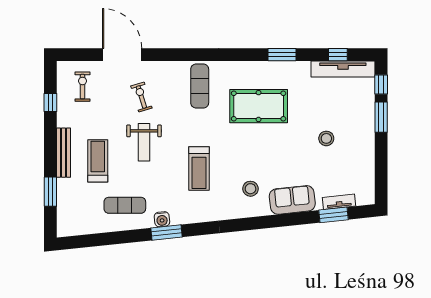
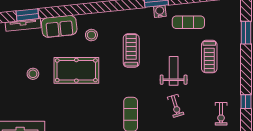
pool table: (259, 106) -> (76, 70), moved
bench: (63, 153) -> (236, 63), removed
tv unit: (339, 202) -> (23, 25), width x1.41

